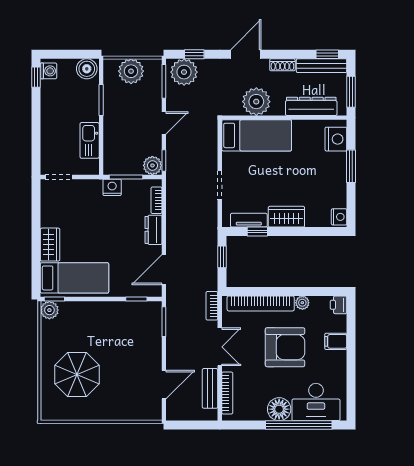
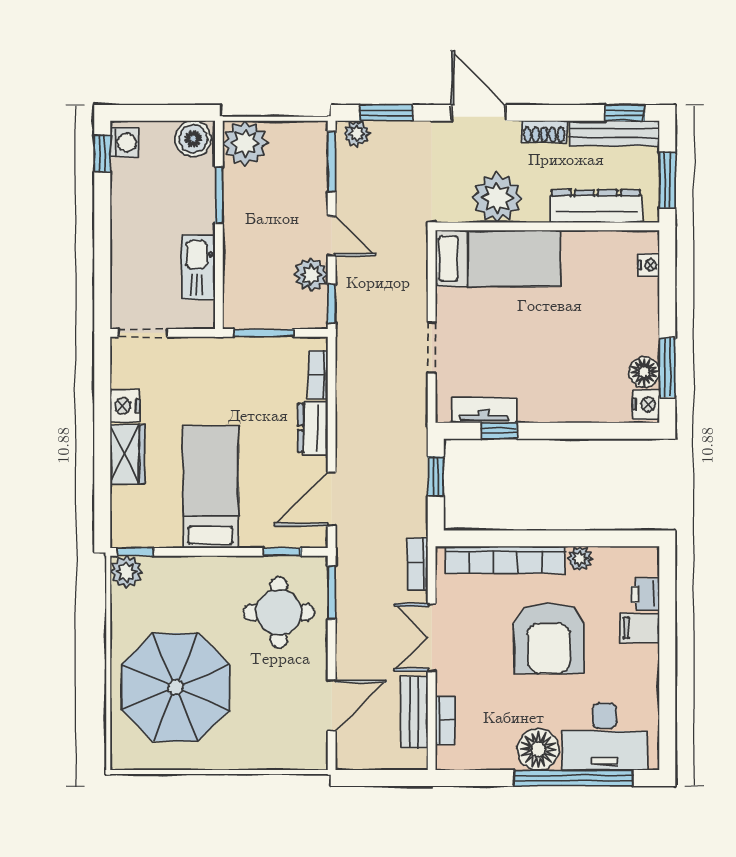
window: (194, 54) -> (386, 113), width x1.50
door: (246, 54) -> (478, 113), hinge flipped
plant: (131, 71) -> (245, 143), moved
plant: (184, 72) -> (356, 134), width x0.53, depth x0.53
door: (164, 123) -> (332, 236), hinge flipped
nightstand: (336, 139) -> (649, 265), width x0.53, depth x0.56
plant: (152, 165) -> (311, 275), moved
window: (351, 166) -> (667, 367), moved
nightstand: (112, 187) -> (125, 406), moved, turned -90
floor lamp: (338, 199) -> (644, 372), added
wardrobe: (286, 217) -> (551, 404), removed
bed: (74, 278) -> (211, 487), moved, turned -90
printer: (339, 305) -> (645, 595), moved
round table: (134, 333) -> (279, 612), added
double door: (220, 347) -> (432, 638), swing flipped
armchair: (285, 347) -> (549, 638), turned 90
parasol: (77, 374) -> (176, 687), width x1.36, depth x1.36
bookcase: (227, 393) -> (445, 720), width x0.64

